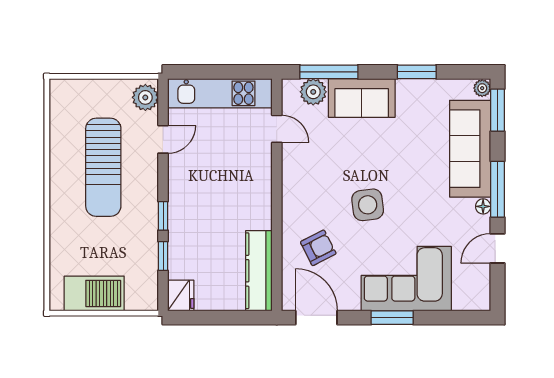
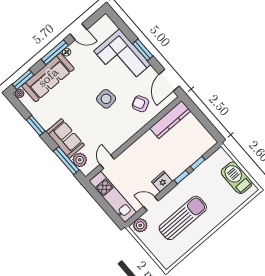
fridge: (181, 295) -> (162, 182), moved

